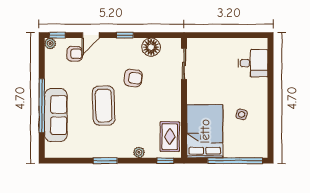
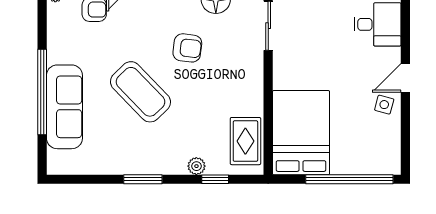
door: (271, 97) -> (405, 78), added
coffee table: (104, 106) -> (140, 92), turned -42
side table: (242, 114) -> (384, 105), moved
window: (165, 161) -> (215, 179), moved

